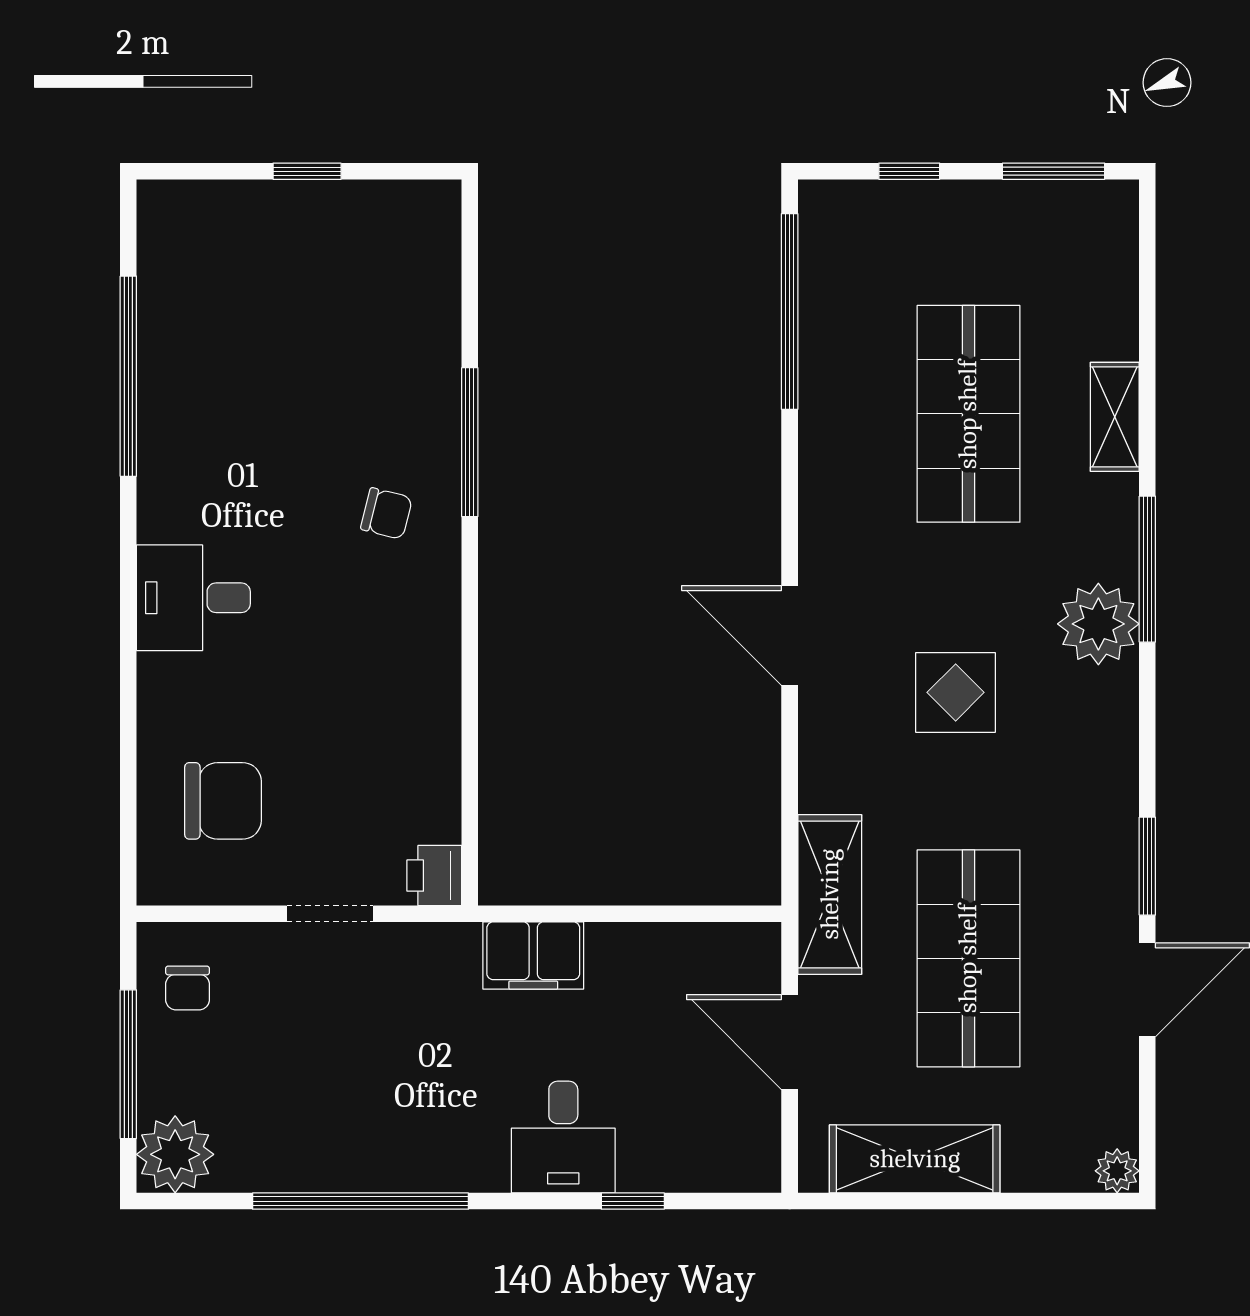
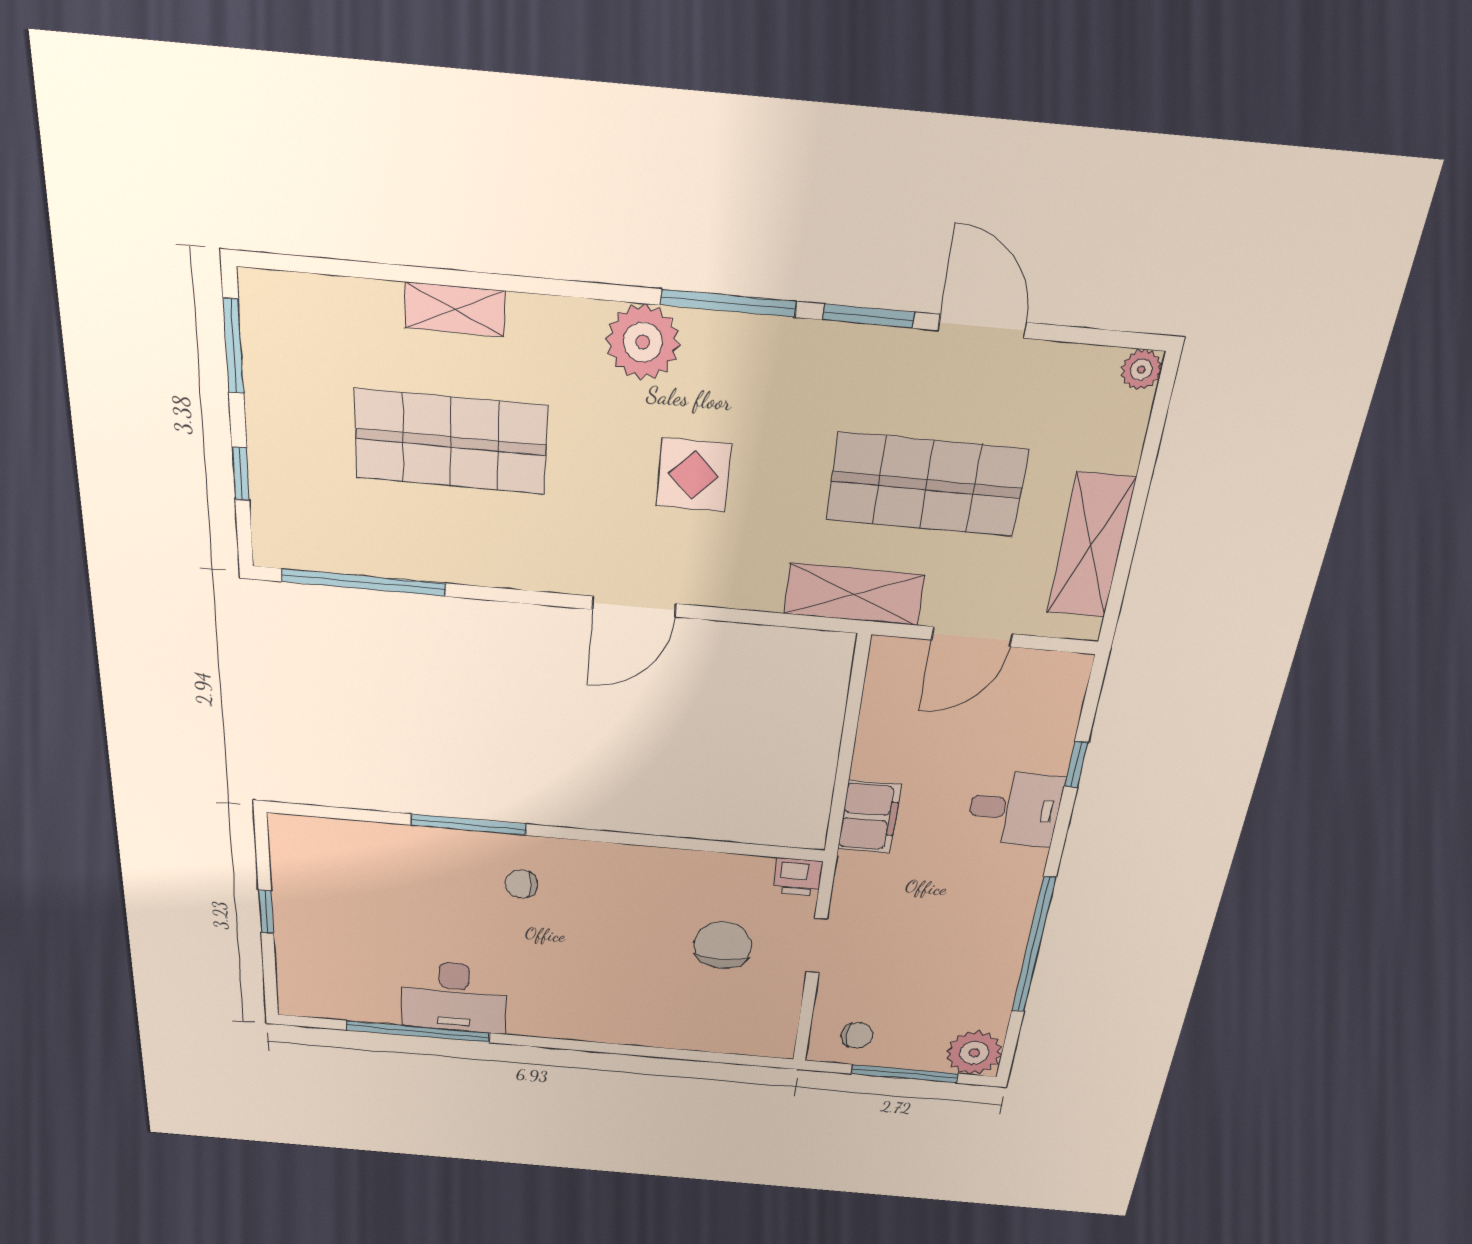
chair: (386, 513) -> (521, 884), turned -104
window: (1147, 569) -> (728, 303), moved
desk: (193, 598) -> (454, 997), moved, width x1.37
chair: (223, 801) -> (723, 945), moved

